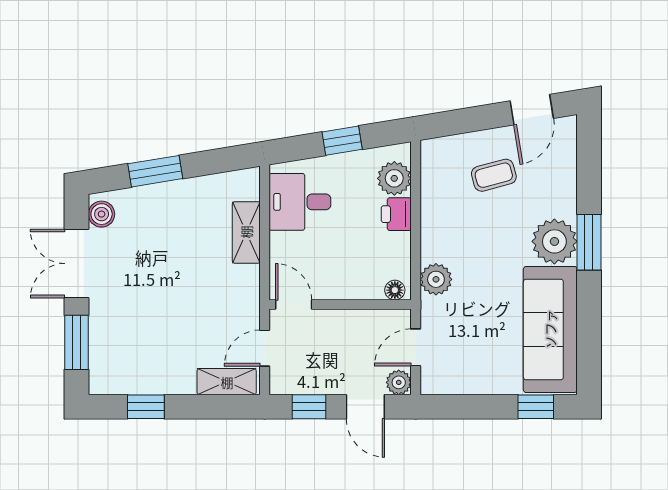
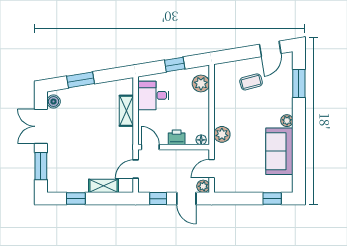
printer: (396, 214) -> (177, 137), moved, turned 90
plant: (554, 241) -> (287, 121), width x0.53, depth x0.53
window: (589, 242) -> (299, 84), moved
sofa: (550, 329) -> (279, 151), width x0.73
shelving: (227, 382) -> (104, 186), moved

